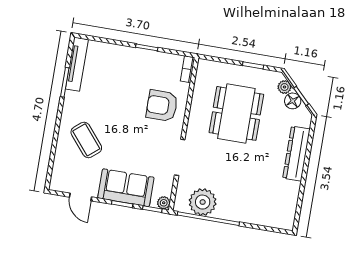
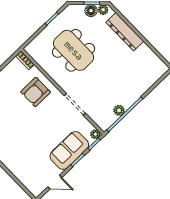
plant: (284, 87) -> (103, 10), moved
coffee table: (86, 140) -> (23, 153), removed
plant: (203, 202) -> (119, 110), width x0.53, depth x0.53

